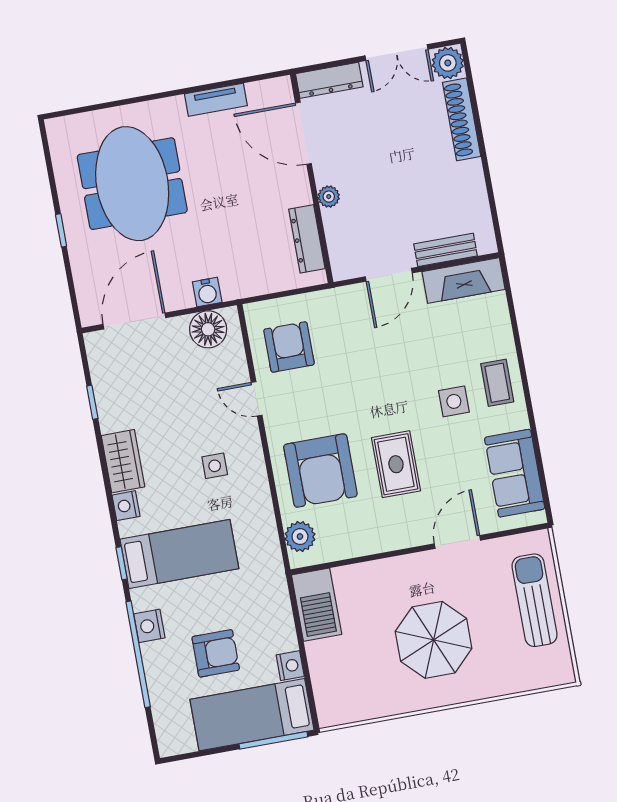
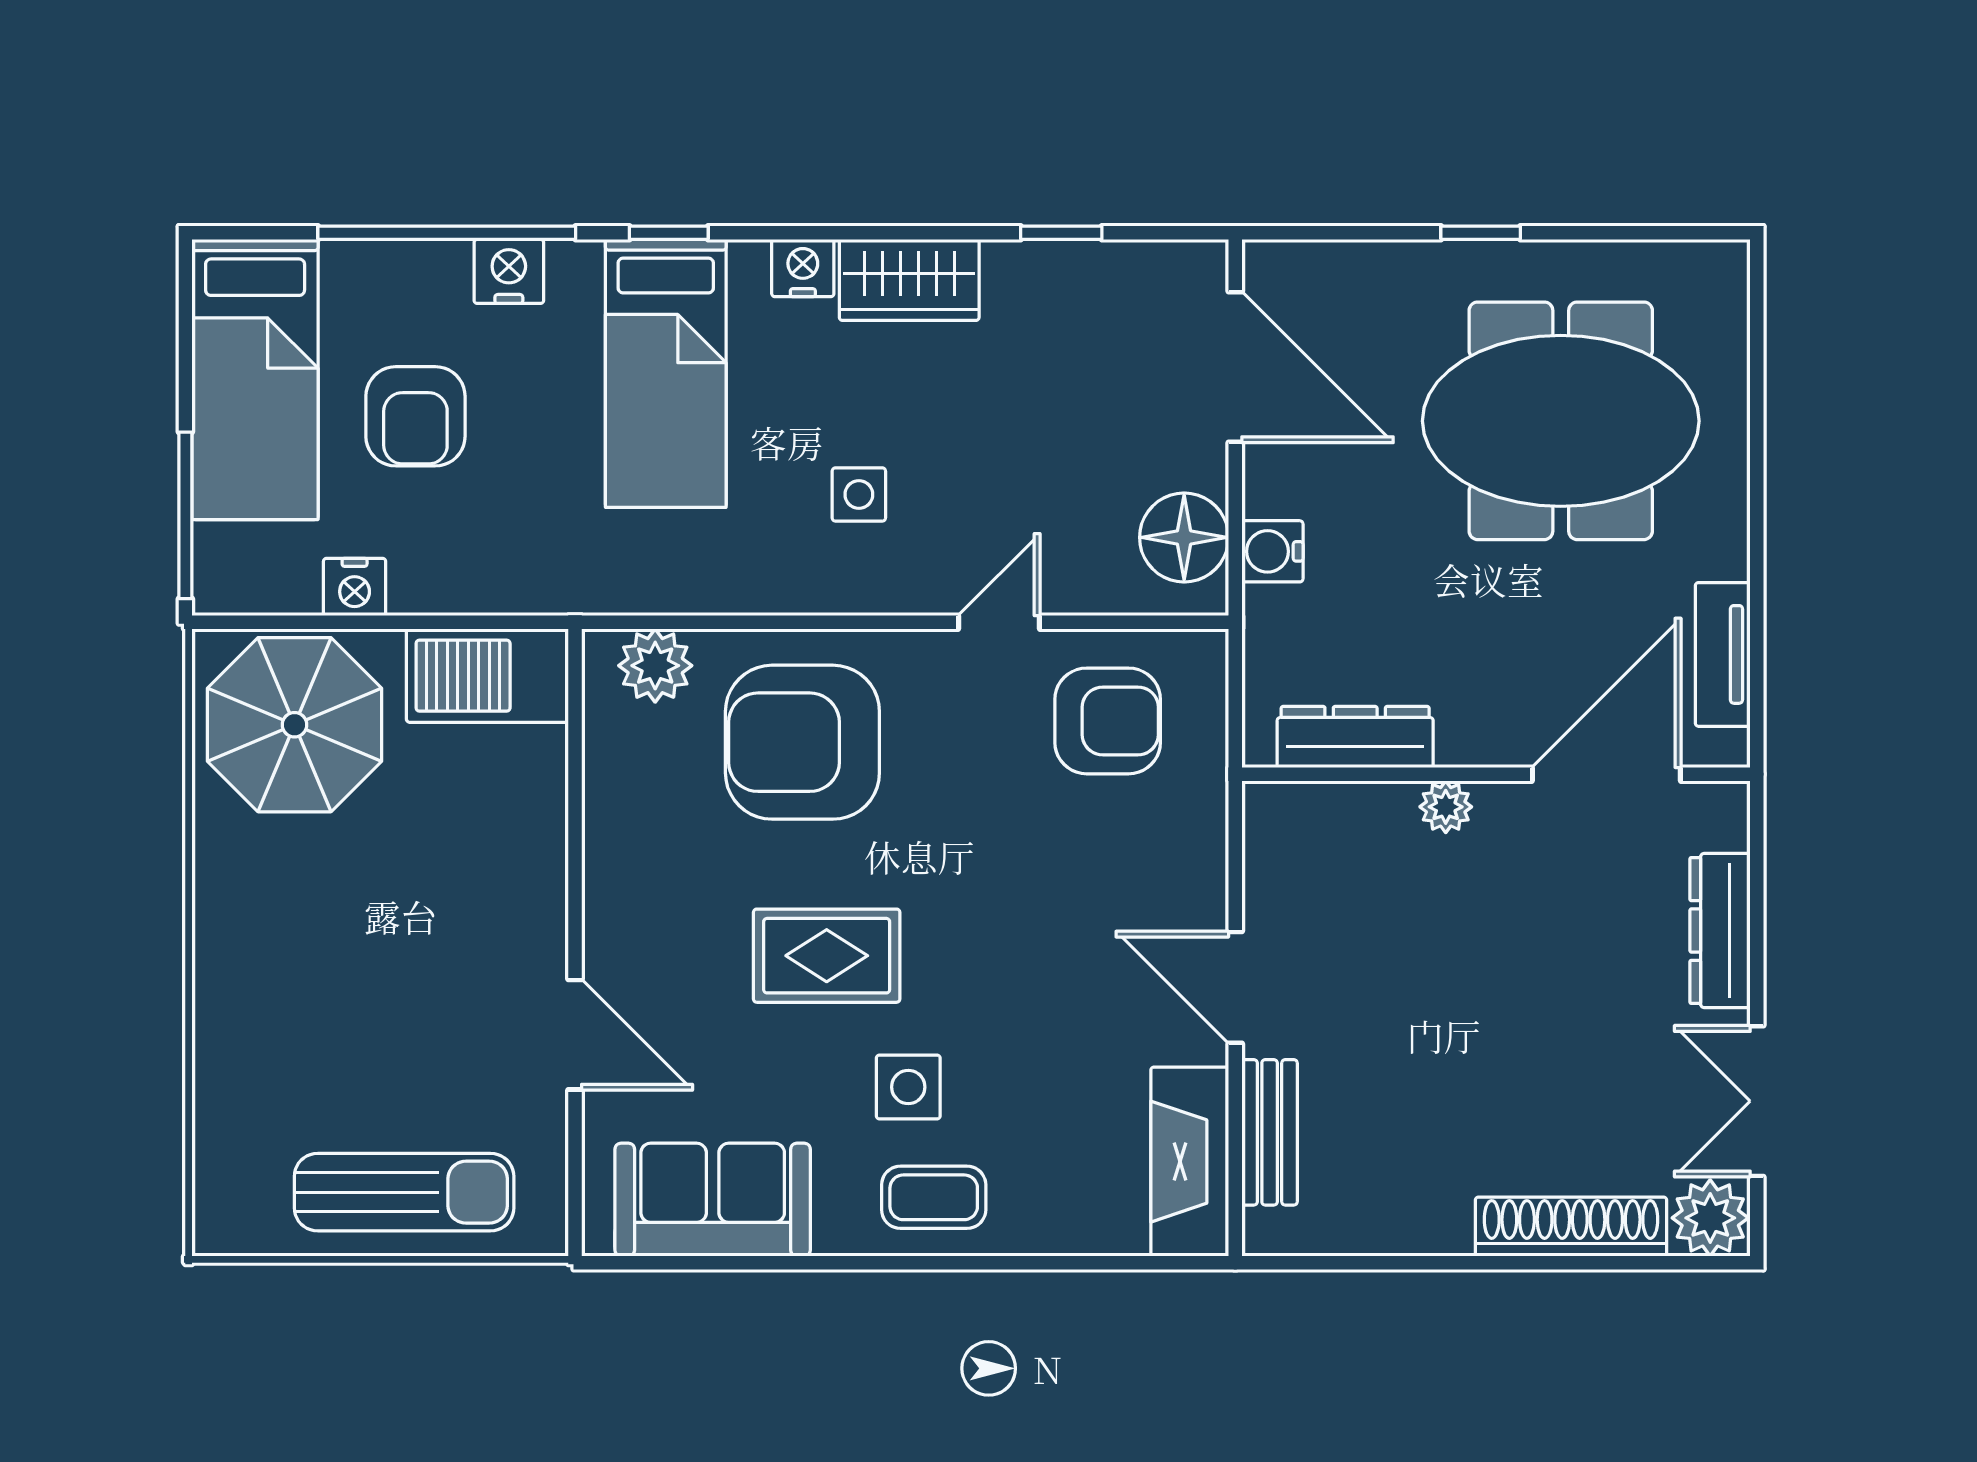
door: (303, 133) -> (1606, 774), moved
wall: (312, 178) -> (1496, 774), moved
plant: (329, 197) -> (1446, 807), moved
dresser: (307, 239) -> (1355, 737), moved
rug: (396, 464) -> (827, 956), moved
parasol: (434, 640) -> (295, 725), moved
bed: (252, 715) -> (255, 379), moved, turned 180

